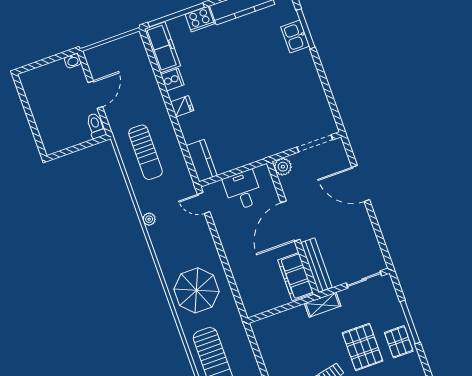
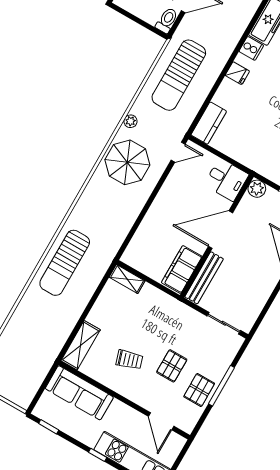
sun lounger: (146, 152) -> (179, 75), width x1.36, depth x1.34
desk: (243, 190) -> (226, 180), moved, turned 90
door: (204, 203) -> (178, 152), swing flipped
parasol: (196, 290) -> (127, 162), moved
shelving: (323, 305) -> (127, 279), moved
pallet: (363, 347) -> (172, 366), width x0.67, depth x0.71

